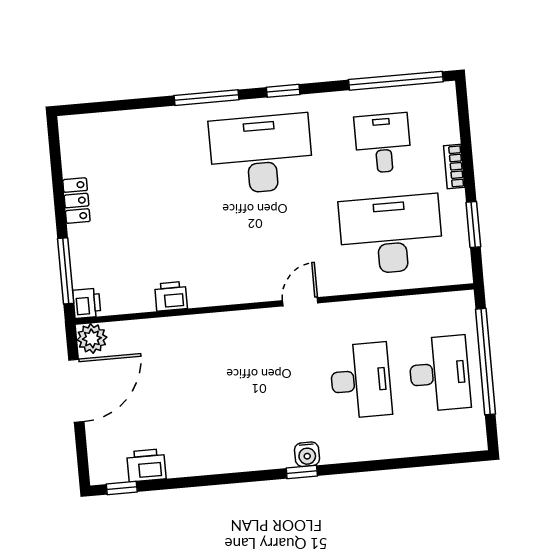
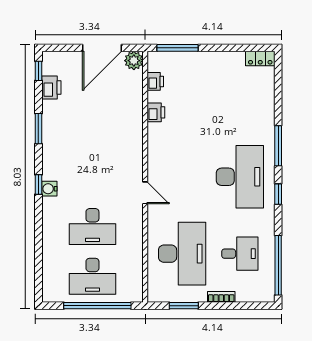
locker: (76, 201) -> (260, 59), moved
printer: (87, 303) -> (155, 81), moved, turned -90
door: (76, 391) -> (102, 48), hinge flipped
window: (213, 480) -> (38, 129), added

